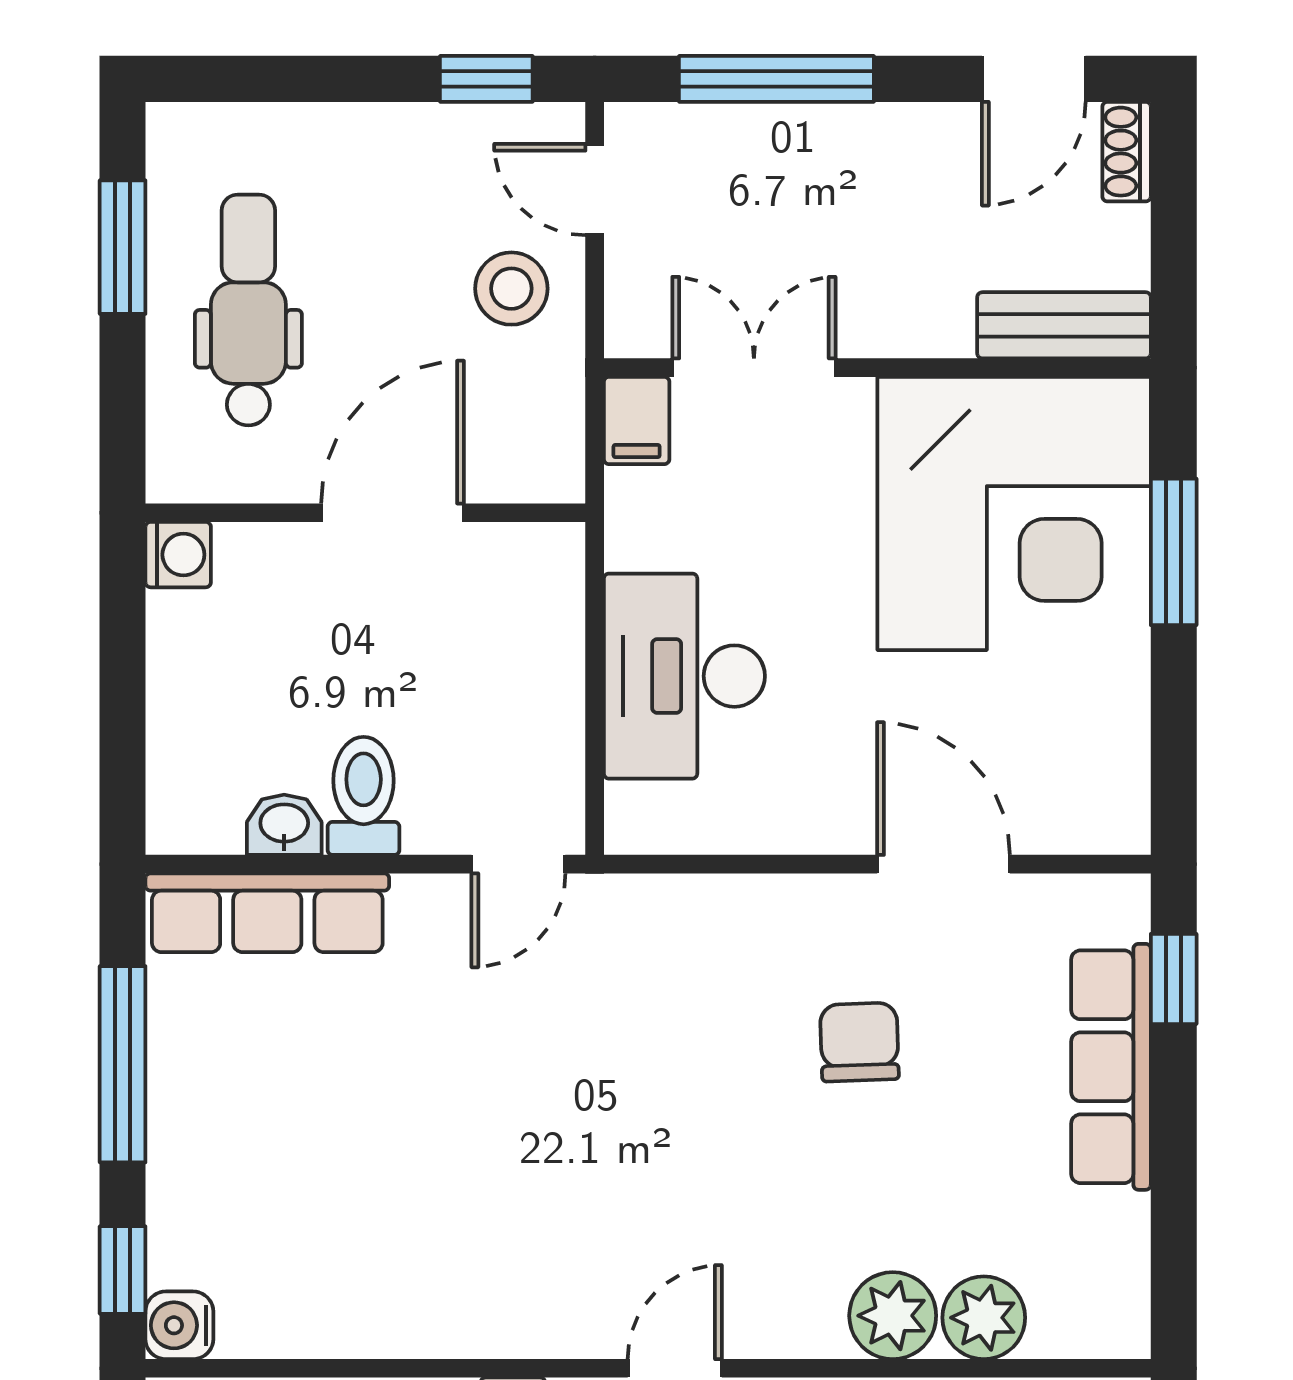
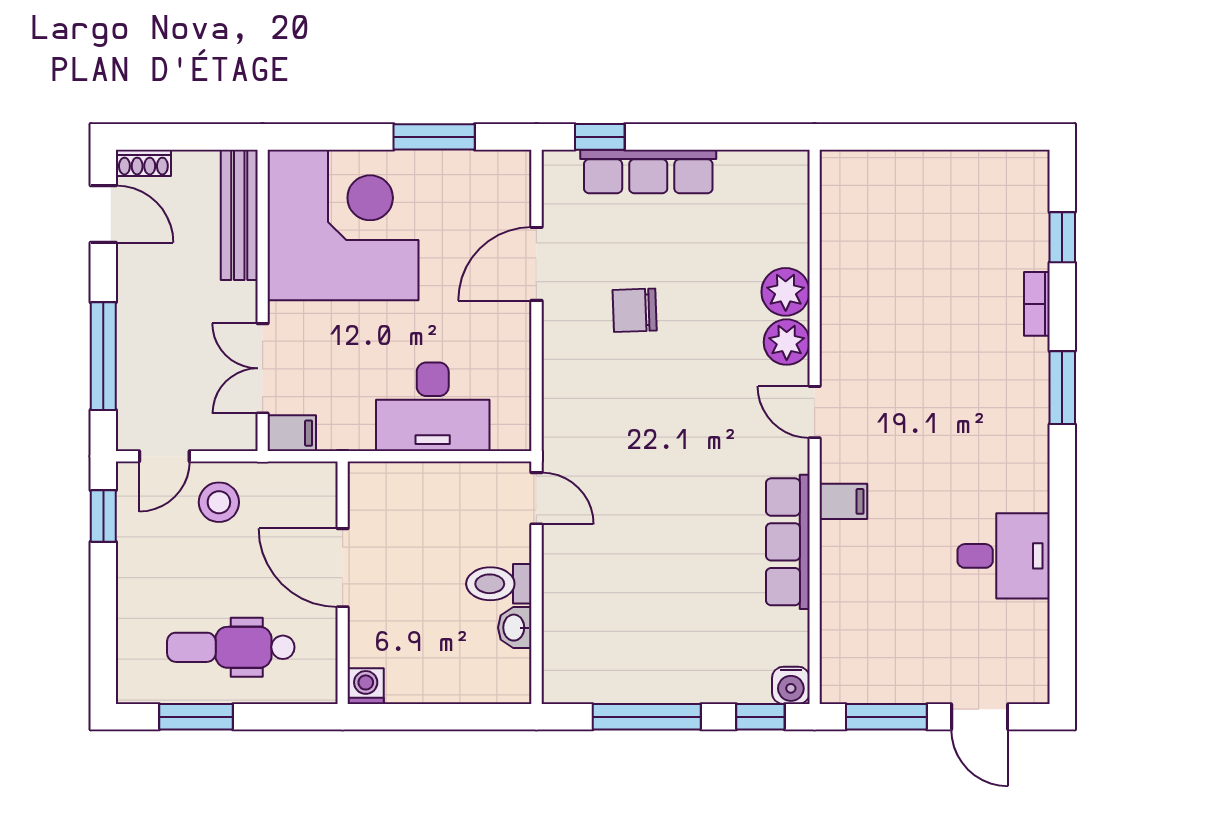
bench: (1064, 325) -> (239, 215), width x1.36
window: (1174, 552) -> (434, 137), moved
row of seats: (267, 913) -> (788, 542), moved, turned 180
plant: (984, 1318) -> (787, 342), moved

